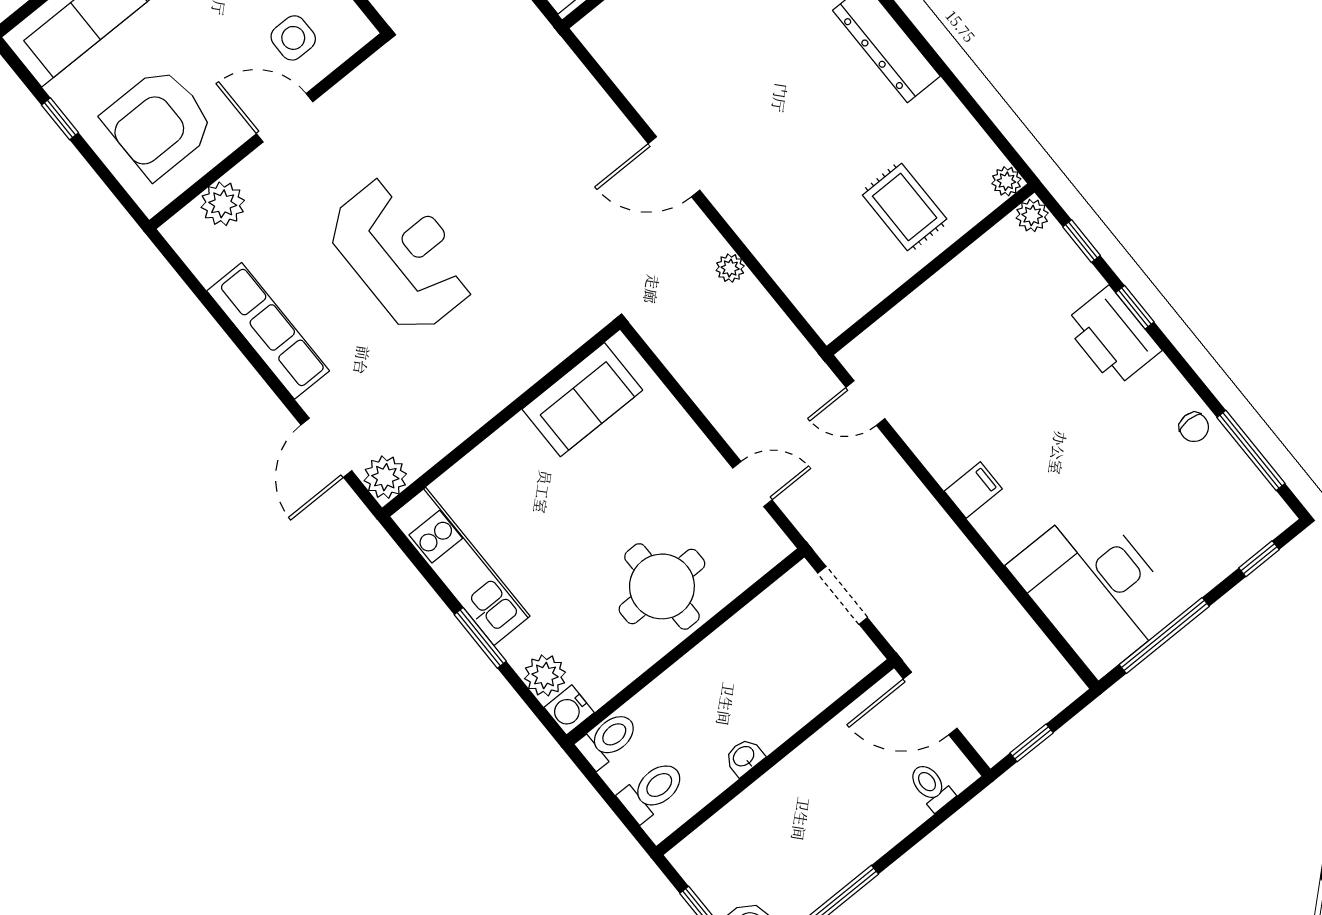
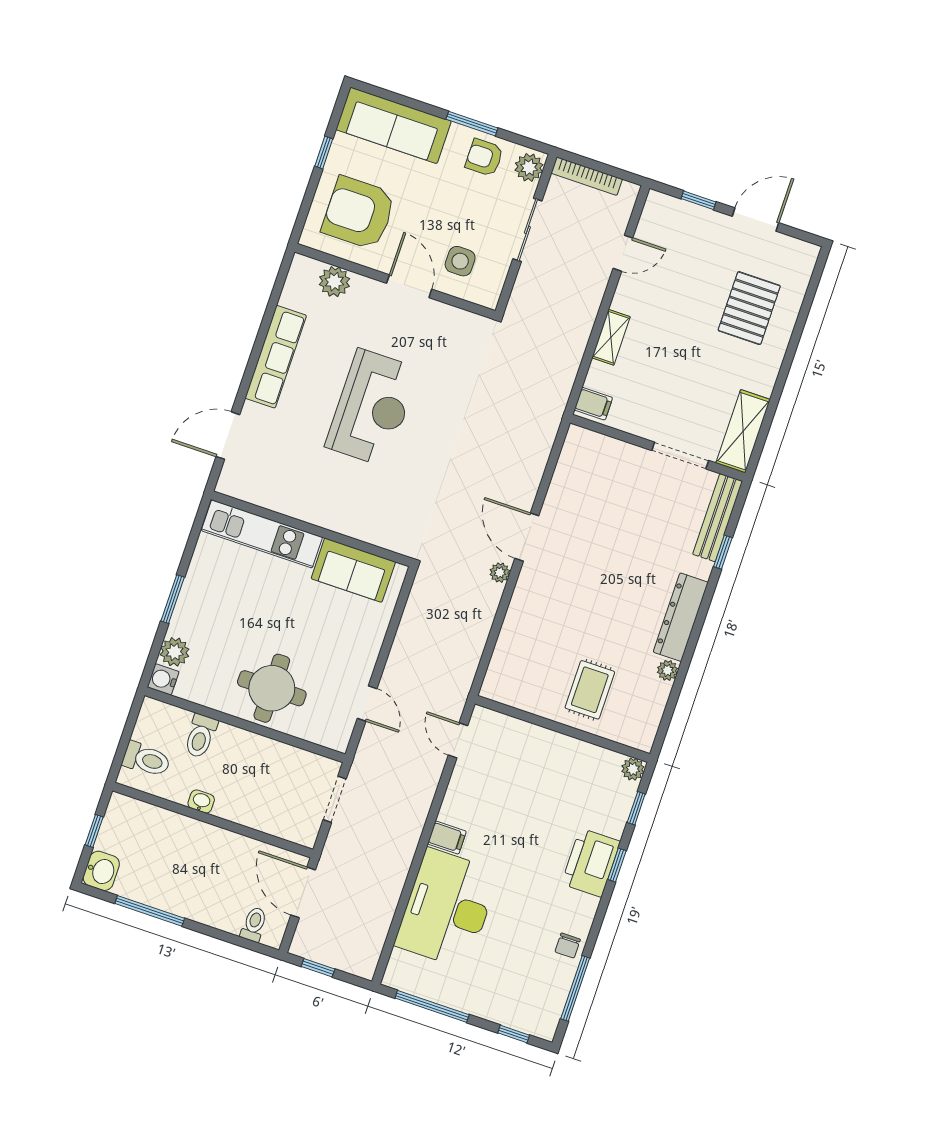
plant: (1006, 181) -> (667, 670), moved
plant: (730, 268) -> (500, 573), moved
plant: (385, 477) -> (233, 482), removed
kitchen unit: (460, 566) -> (262, 534), moved, turned 90
desk: (1095, 588) -> (447, 908), moved
toilet: (608, 740) -> (201, 736), moved, turned 90

